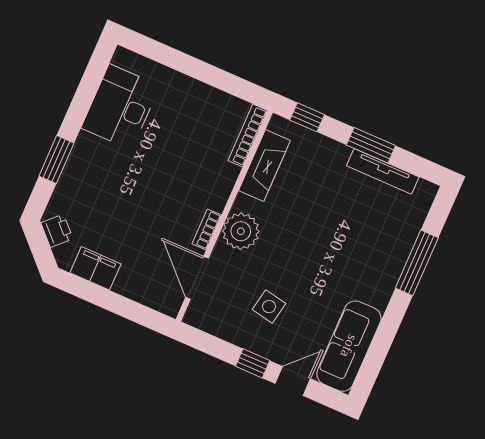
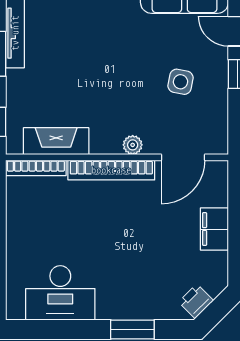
bookcase: (207, 229) -> (111, 170), width x2.31, depth x1.31
plant: (241, 231) -> (133, 145), width x0.53, depth x0.53
filing cabinet: (95, 268) -> (214, 229), moved

